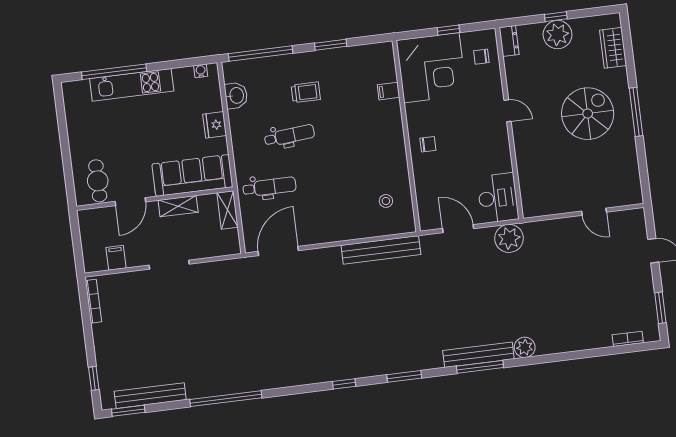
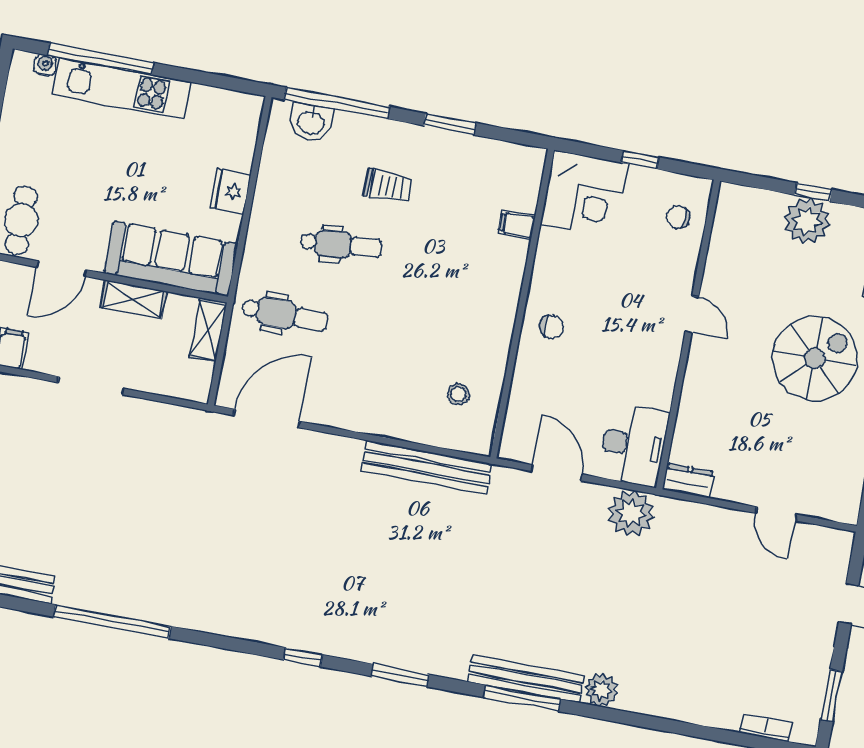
dresser: (509, 41) -> (688, 481), moved, turned -90
corner desk: (431, 68) -> (584, 194), width x0.74, depth x0.74
water cooler: (201, 71) -> (45, 65), moved
washbasin: (236, 95) -> (311, 122), moved, turned 90

